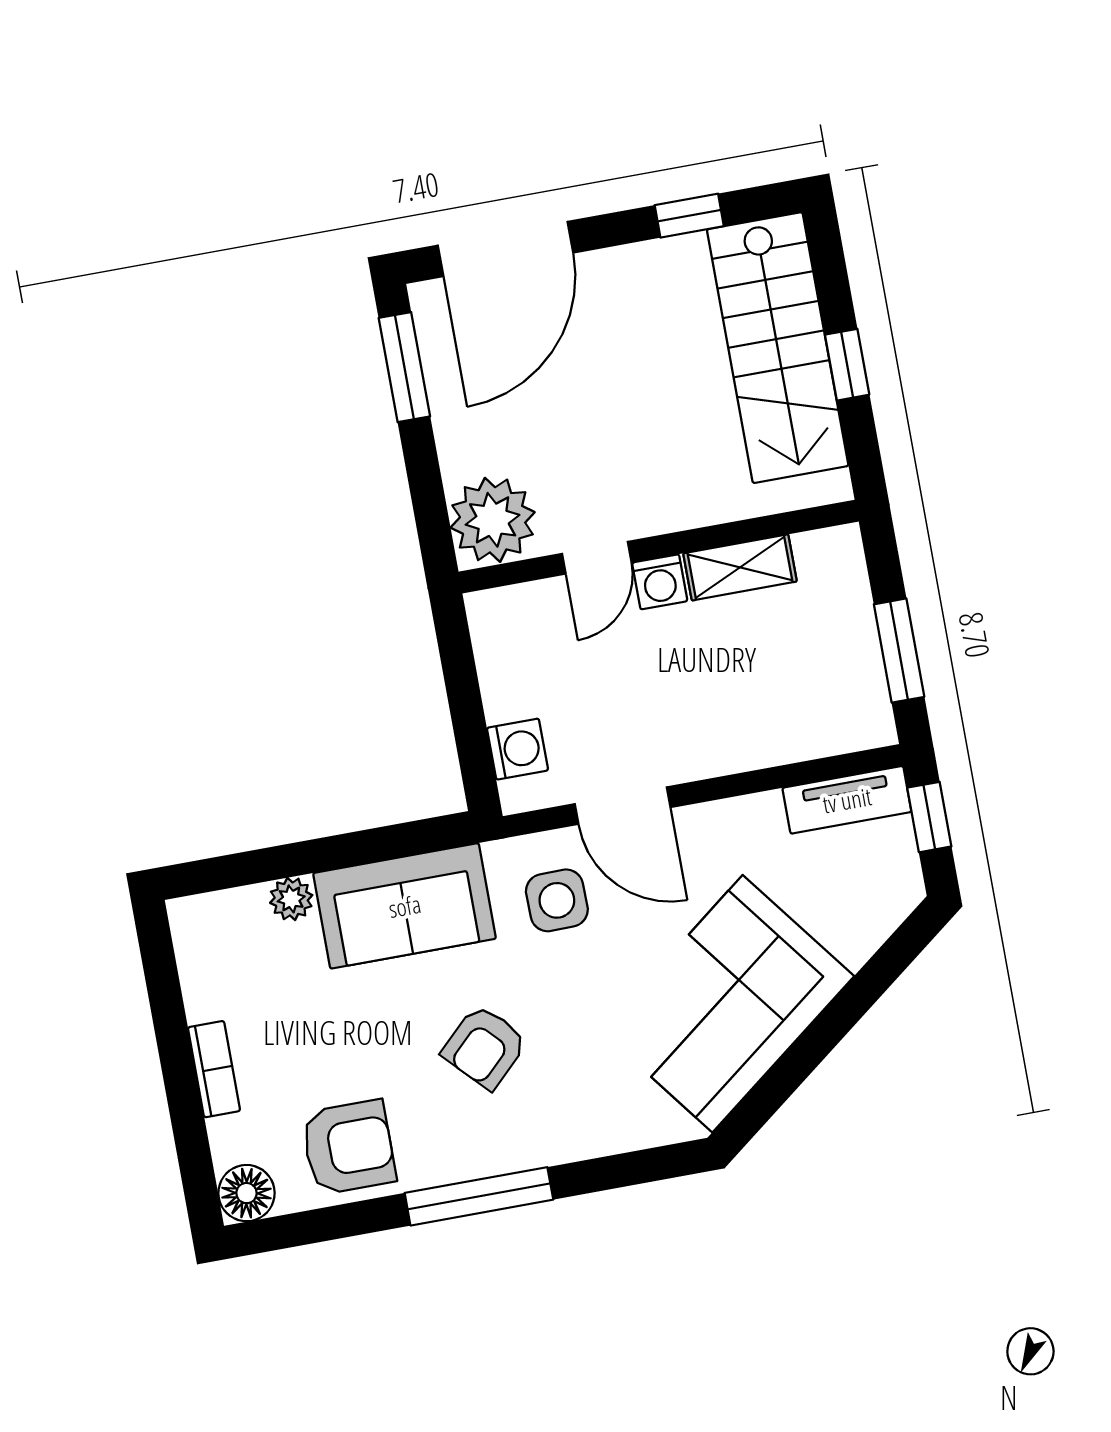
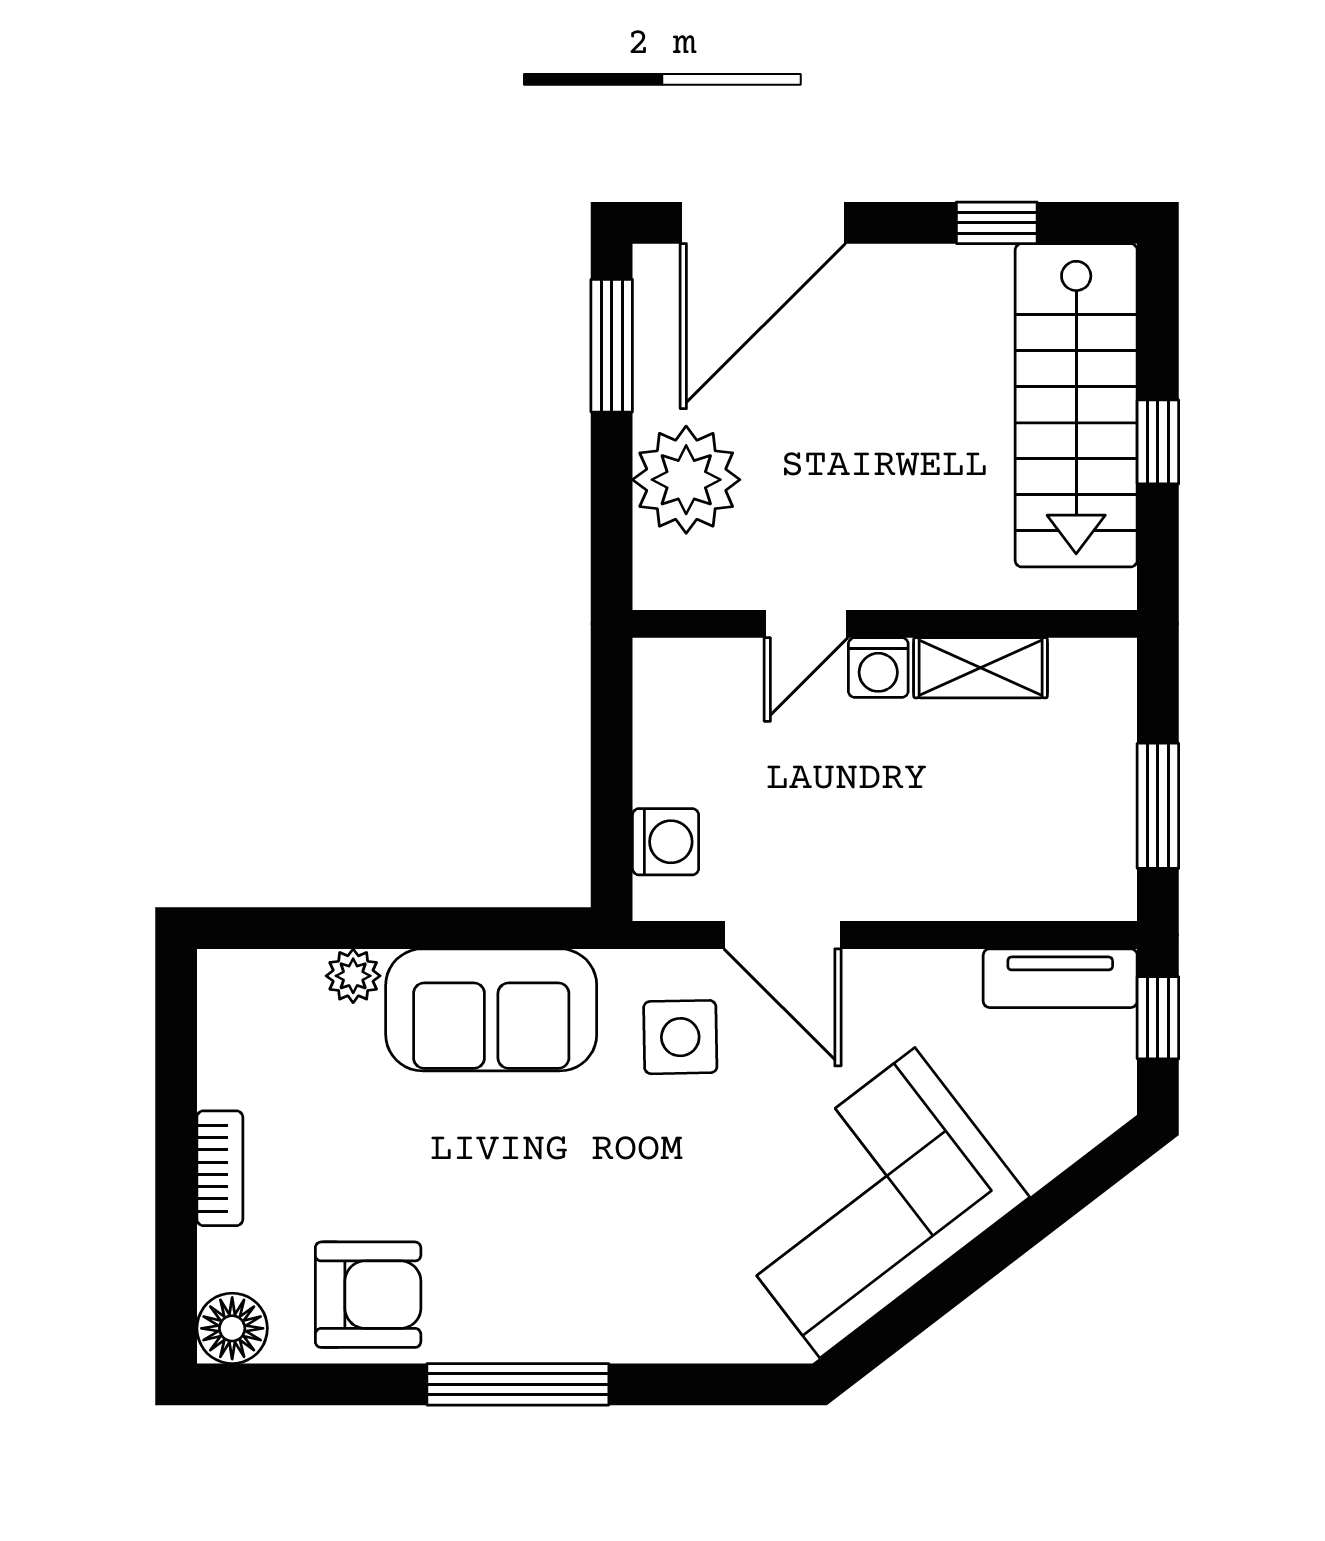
plant: (493, 520) -> (686, 480), moved
armchair: (485, 1047) -> (558, 1202), removed

